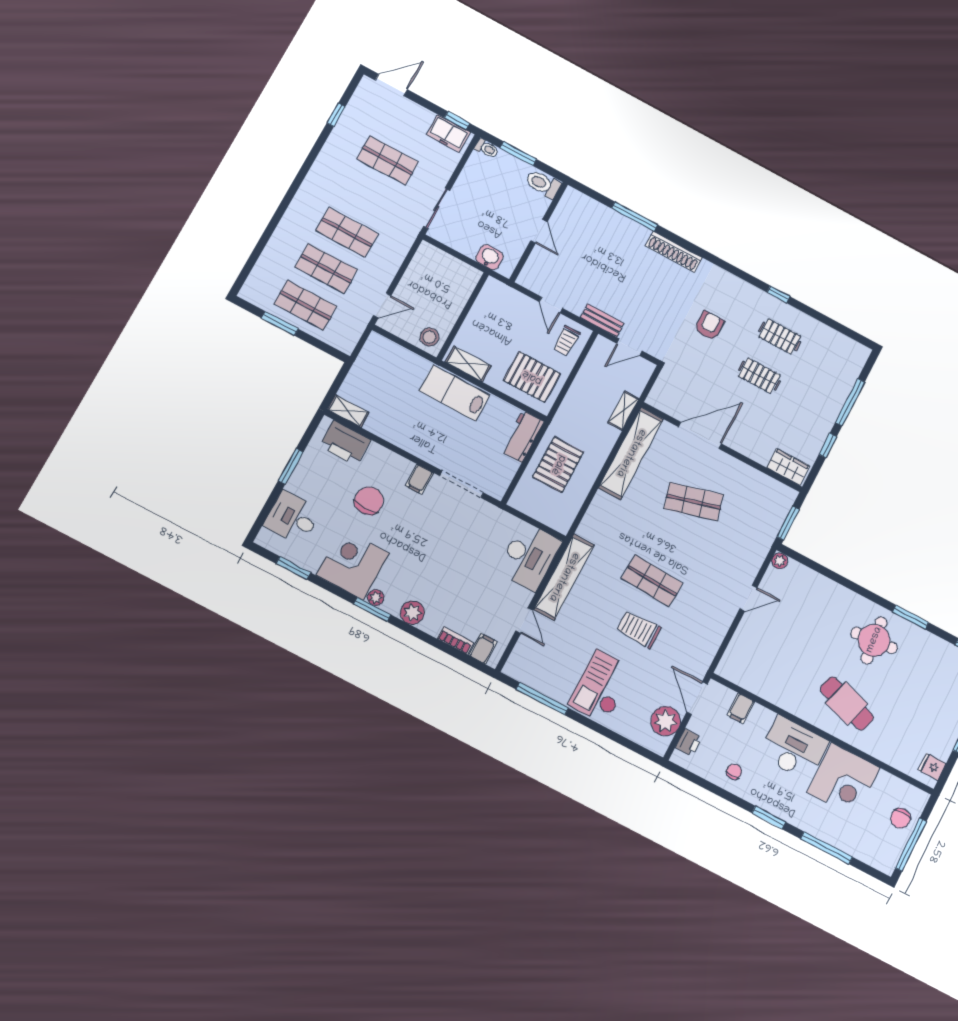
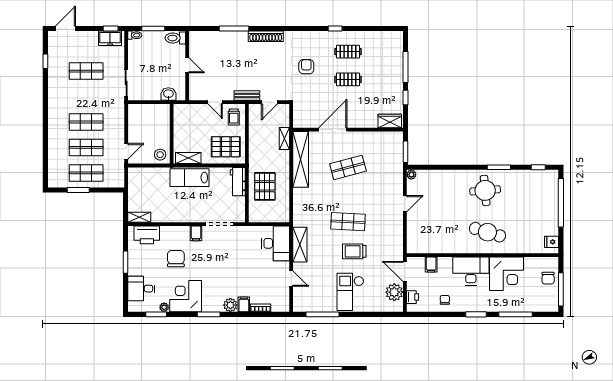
shelving: (564, 577) -> (300, 245), width x0.68
plant: (376, 598) -> (164, 307), moved
filing cabinet: (483, 649) -> (244, 304), moved

